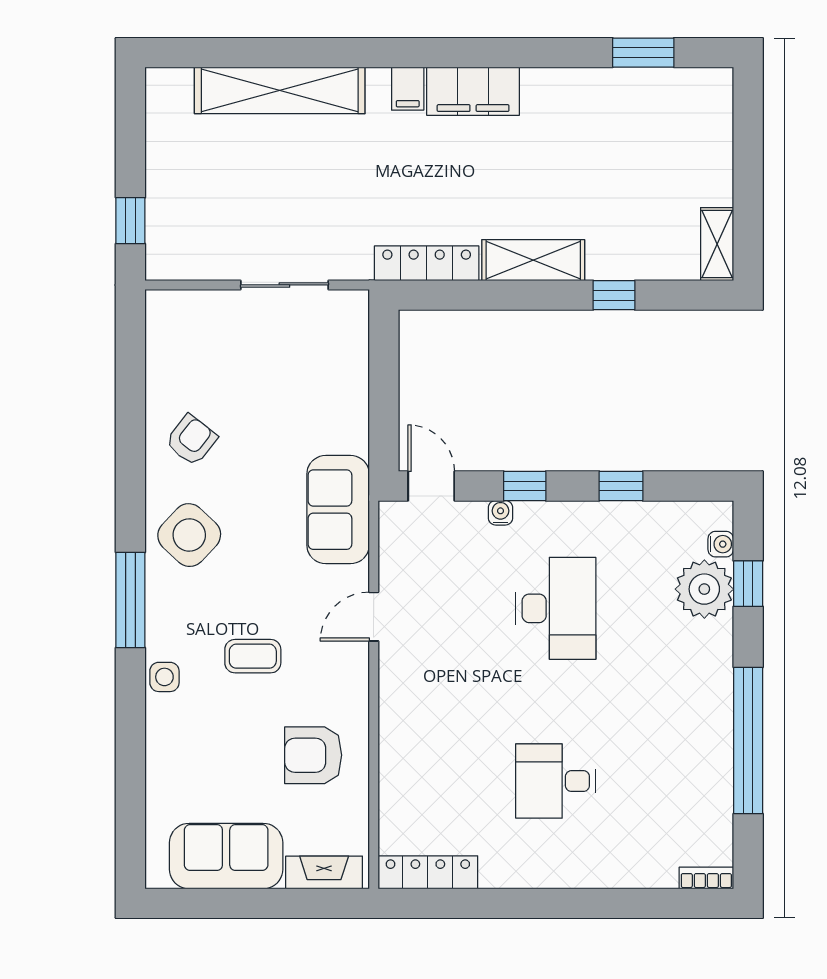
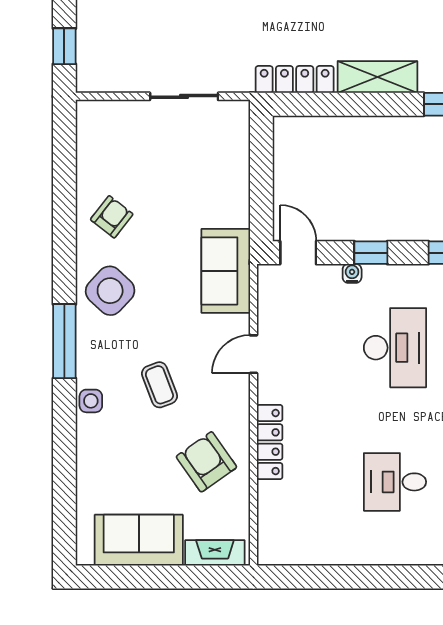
coffee table: (253, 656) -> (159, 385), turned 69
armchair: (313, 755) -> (206, 462), turned 55
locker: (428, 872) -> (270, 442), moved, turned 90

